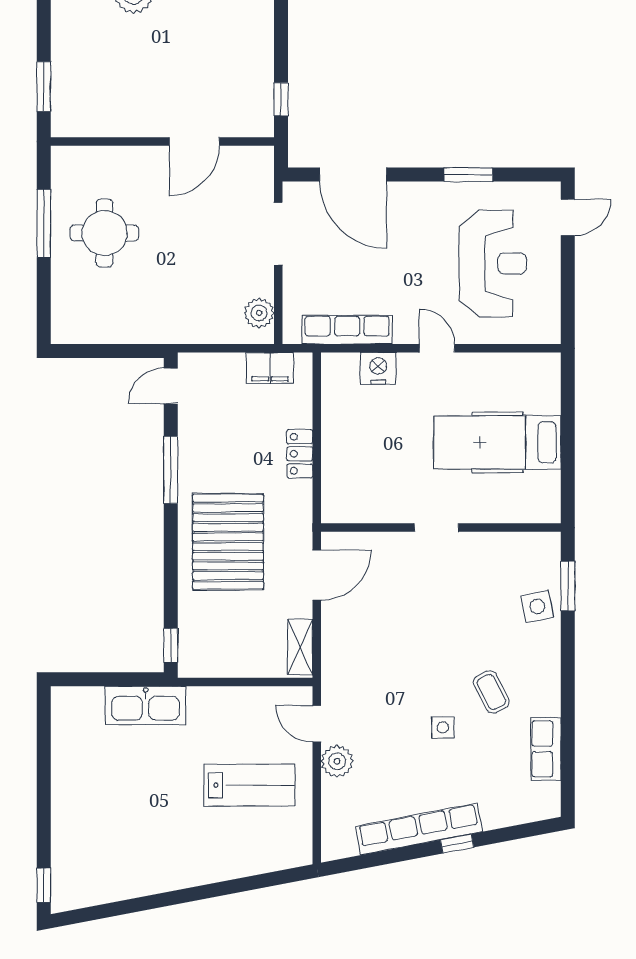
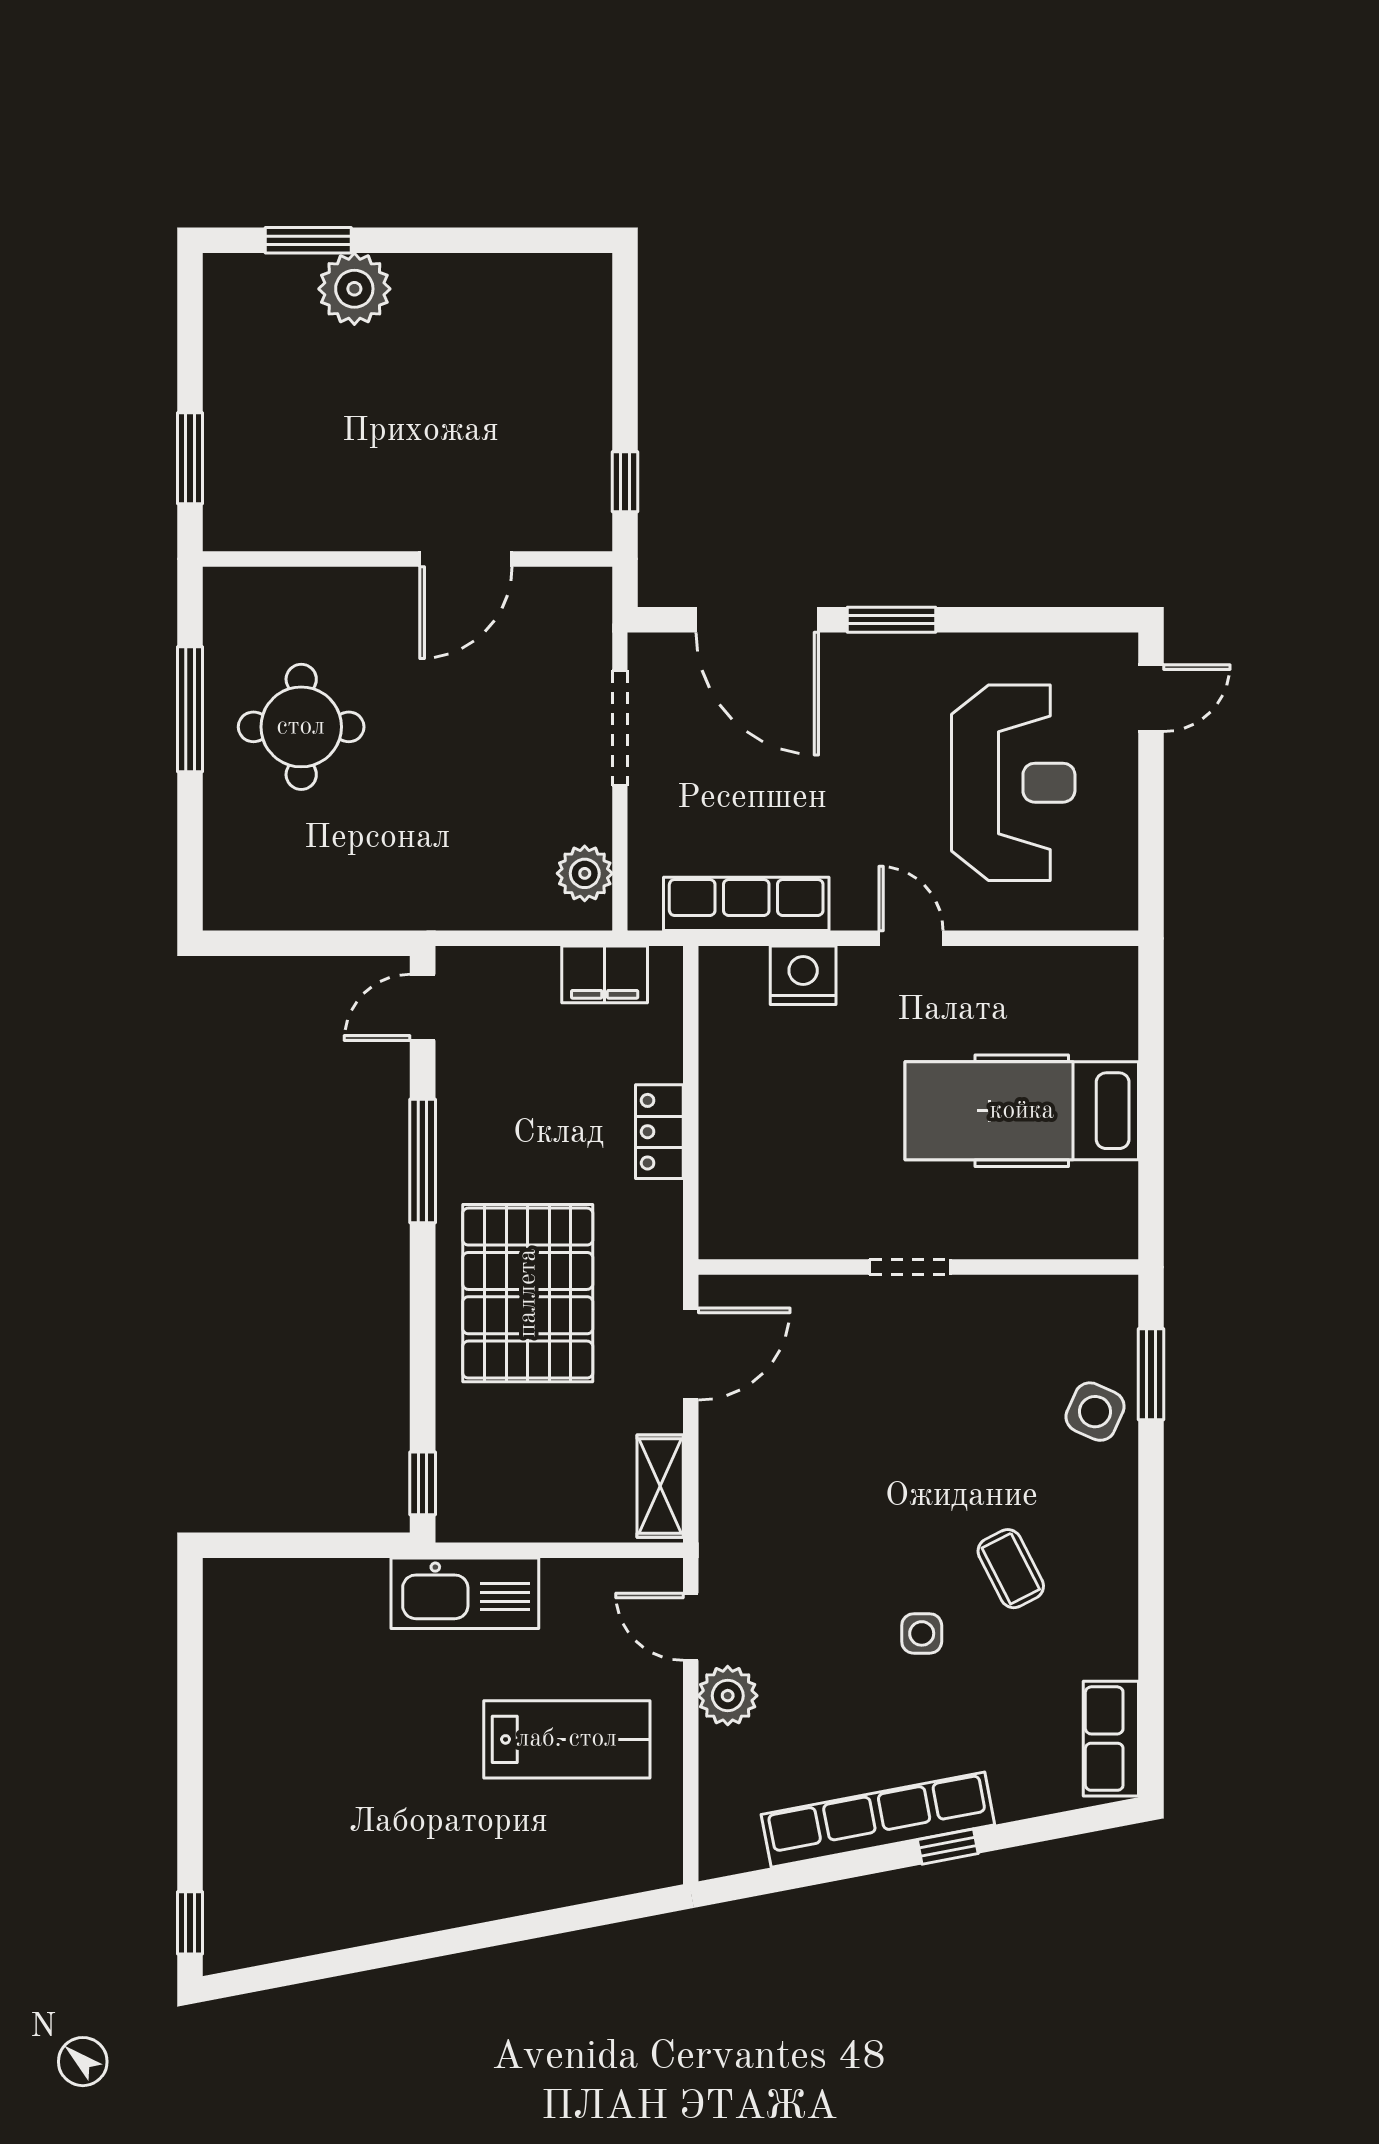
window: (468, 175) -> (891, 620), moved
side table: (537, 606) -> (1095, 1412), turned 36
kitchen sink: (145, 705) -> (465, 1593), moved
row of seats: (546, 749) -> (1111, 1739), moved

